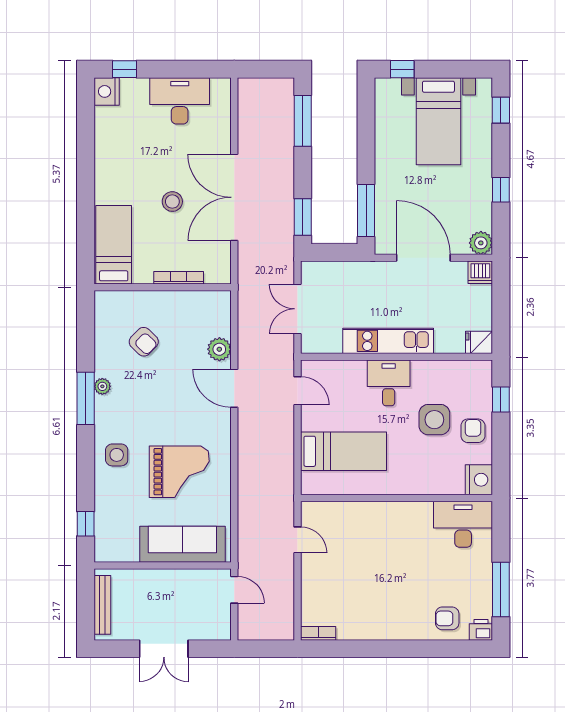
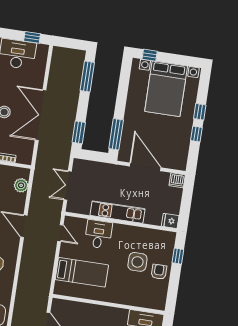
window: (200, 69) -> (32, 37), added
window: (501, 110) -> (200, 112), moved
bed with nightstands: (438, 121) -> (166, 89), width x1.36
plant: (481, 243) -> (180, 163), removed
plant: (219, 349) -> (21, 185), moved
desk: (389, 383) -> (98, 234), moved
nightstand: (479, 480) -> (158, 301), removed

